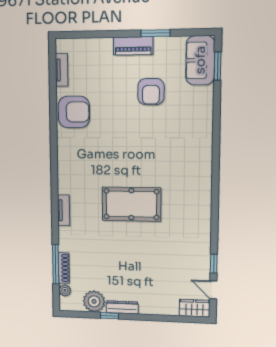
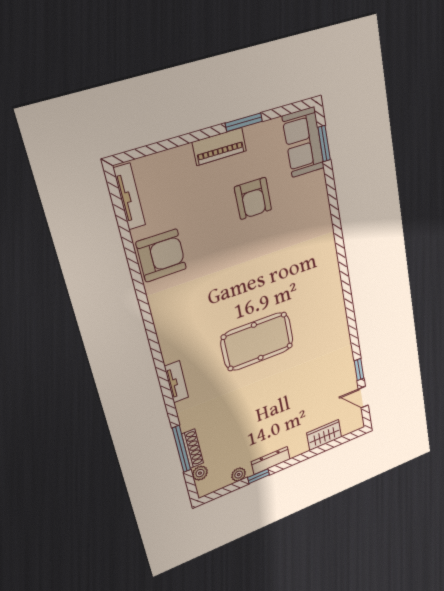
tv unit: (62, 70) -> (129, 197), width x1.41
plant: (94, 301) -> (239, 475), width x0.53, depth x0.53
wardrobe: (195, 308) -> (324, 435), moved

